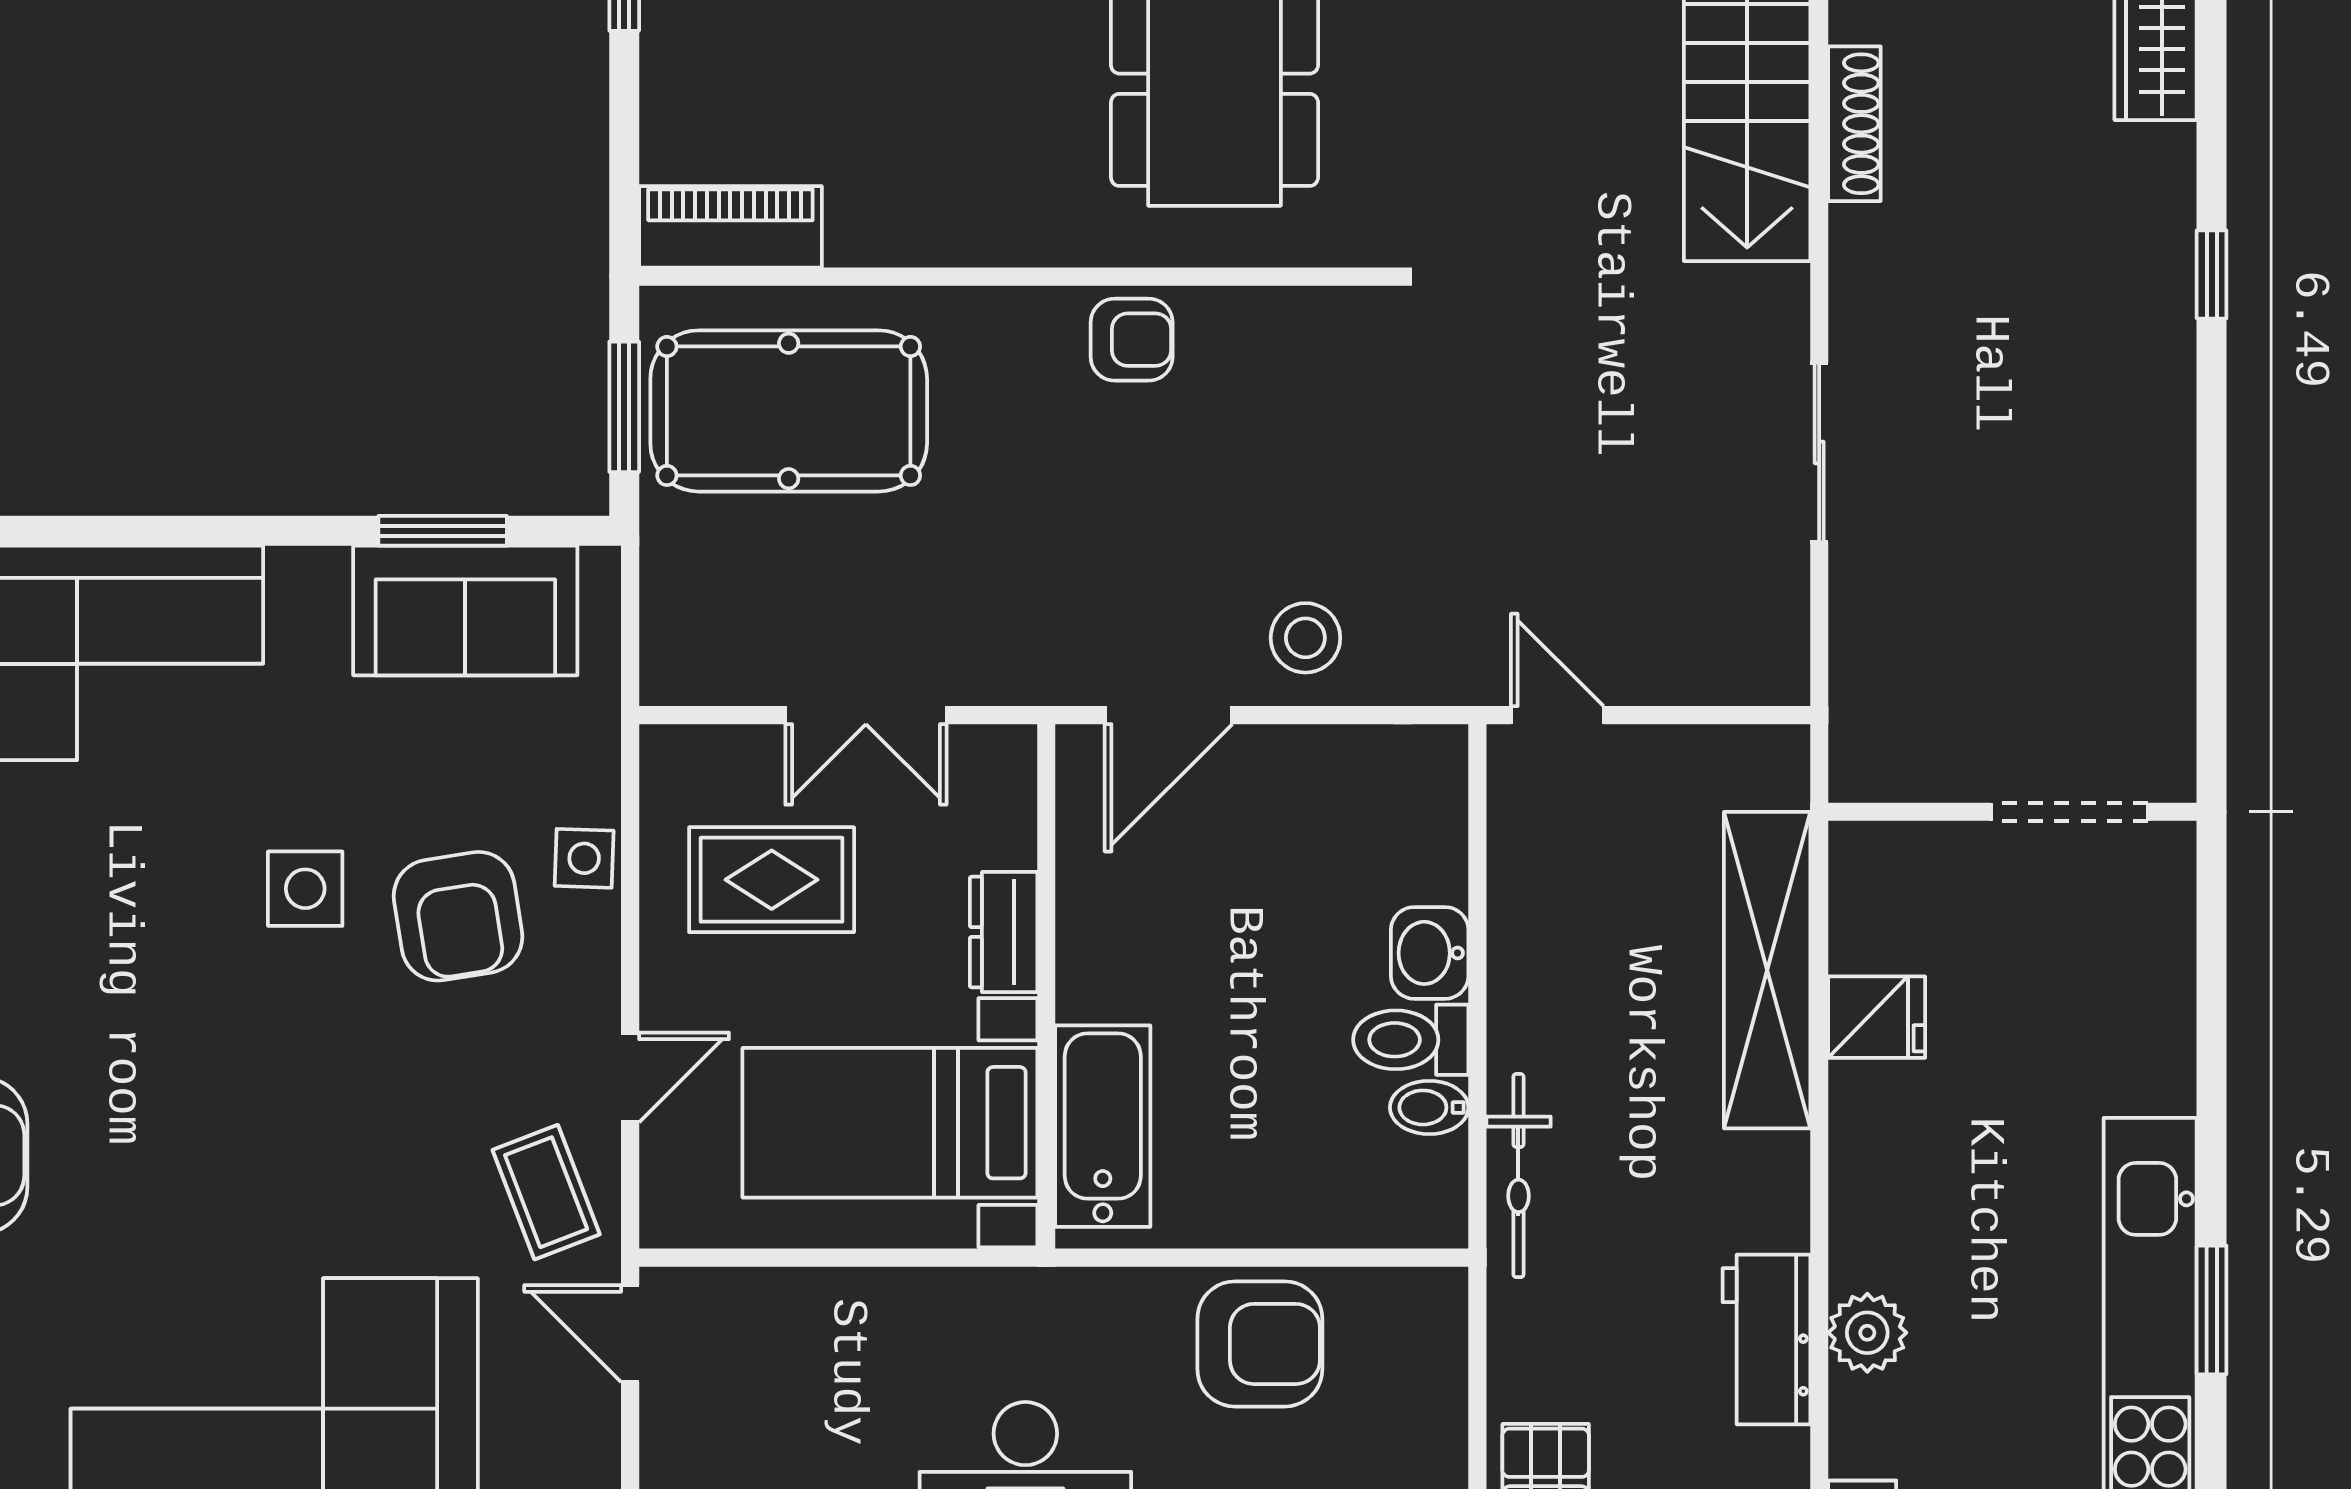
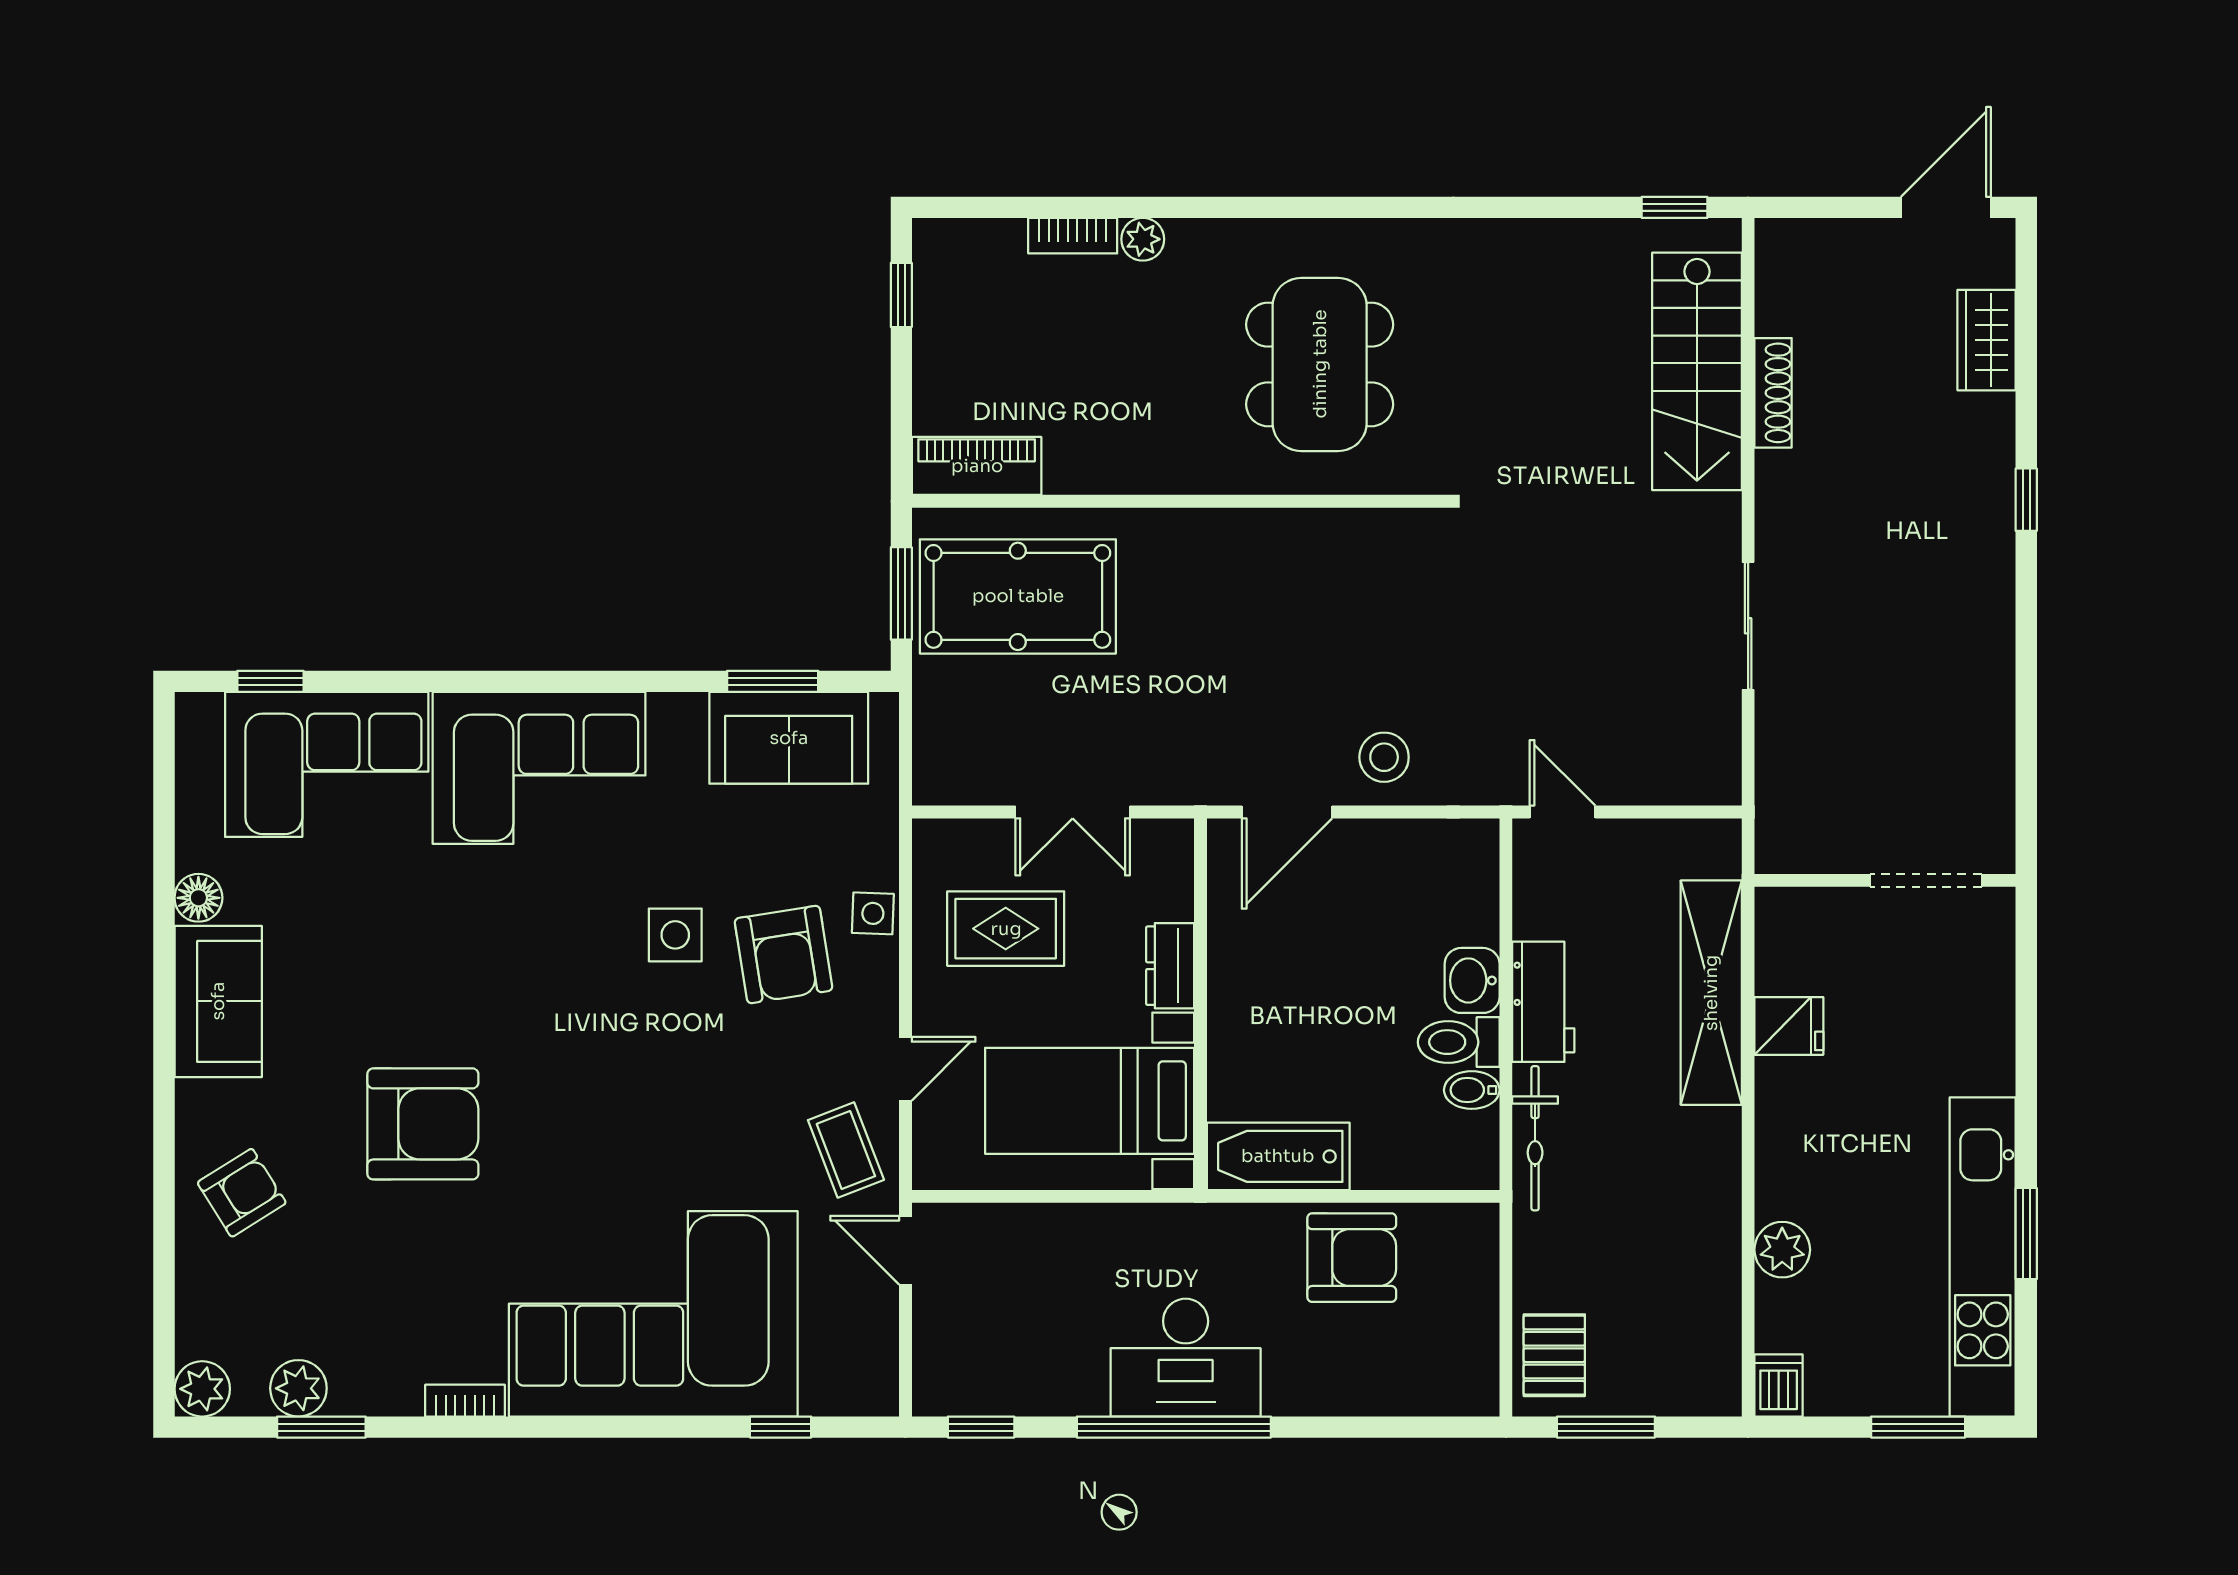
armchair: (1132, 340) -> (1261, 546), removed
bathtub: (1103, 1126) -> (1278, 1156), moved, turned -90
workbench: (1766, 1340) -> (1543, 1002), moved, turned 180

